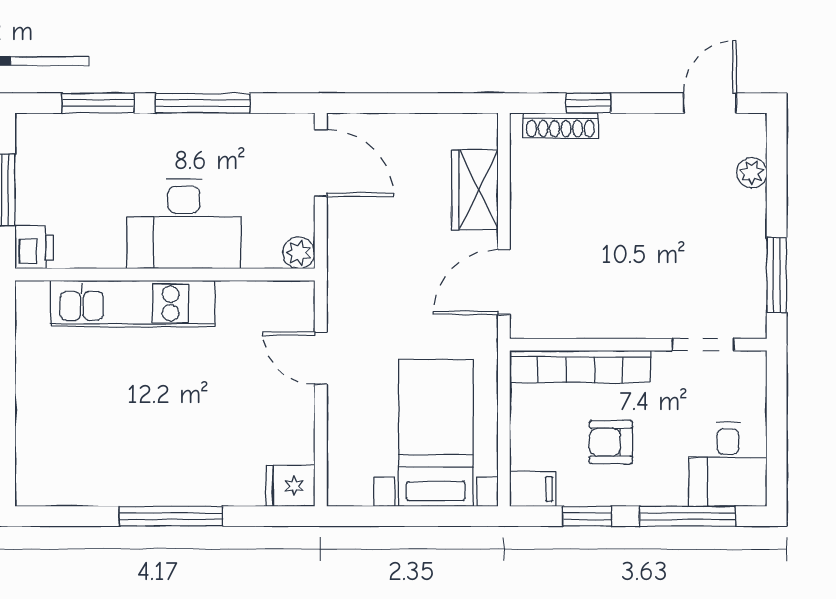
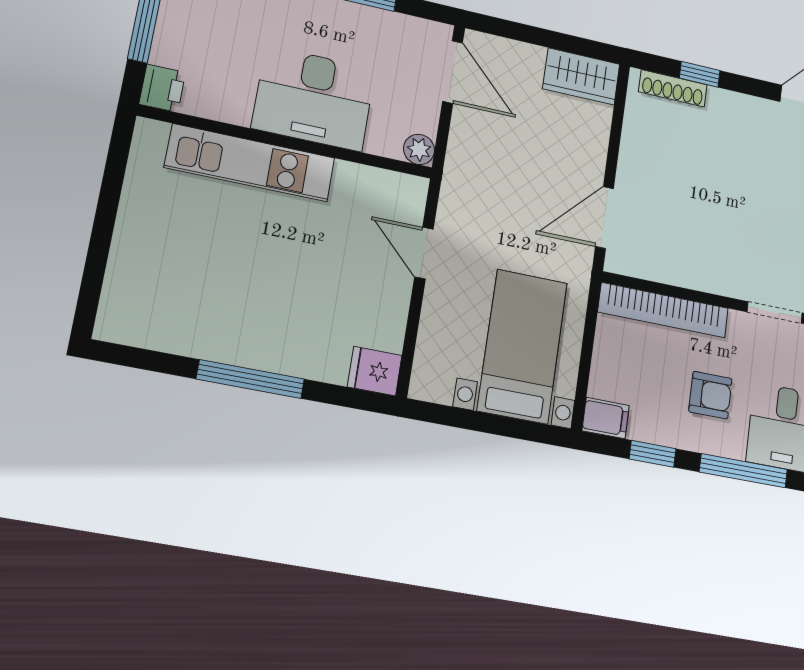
wardrobe: (475, 190) -> (581, 76), moved, turned -90
armchair: (611, 442) -> (710, 395), moved, turned 180

